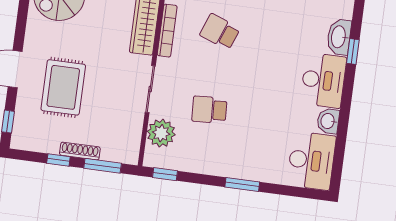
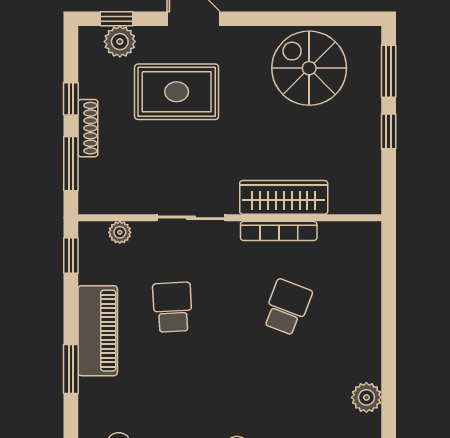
plant: (24, 121) -> (120, 42), added
plant: (161, 133) -> (120, 232), width x0.53, depth x0.53
piano: (219, 163) -> (98, 331), added

